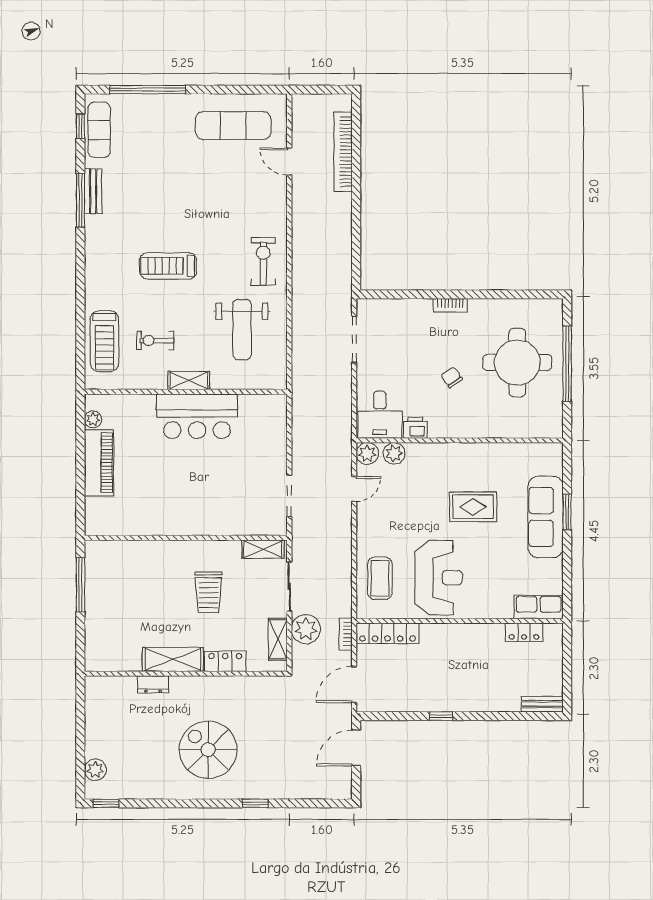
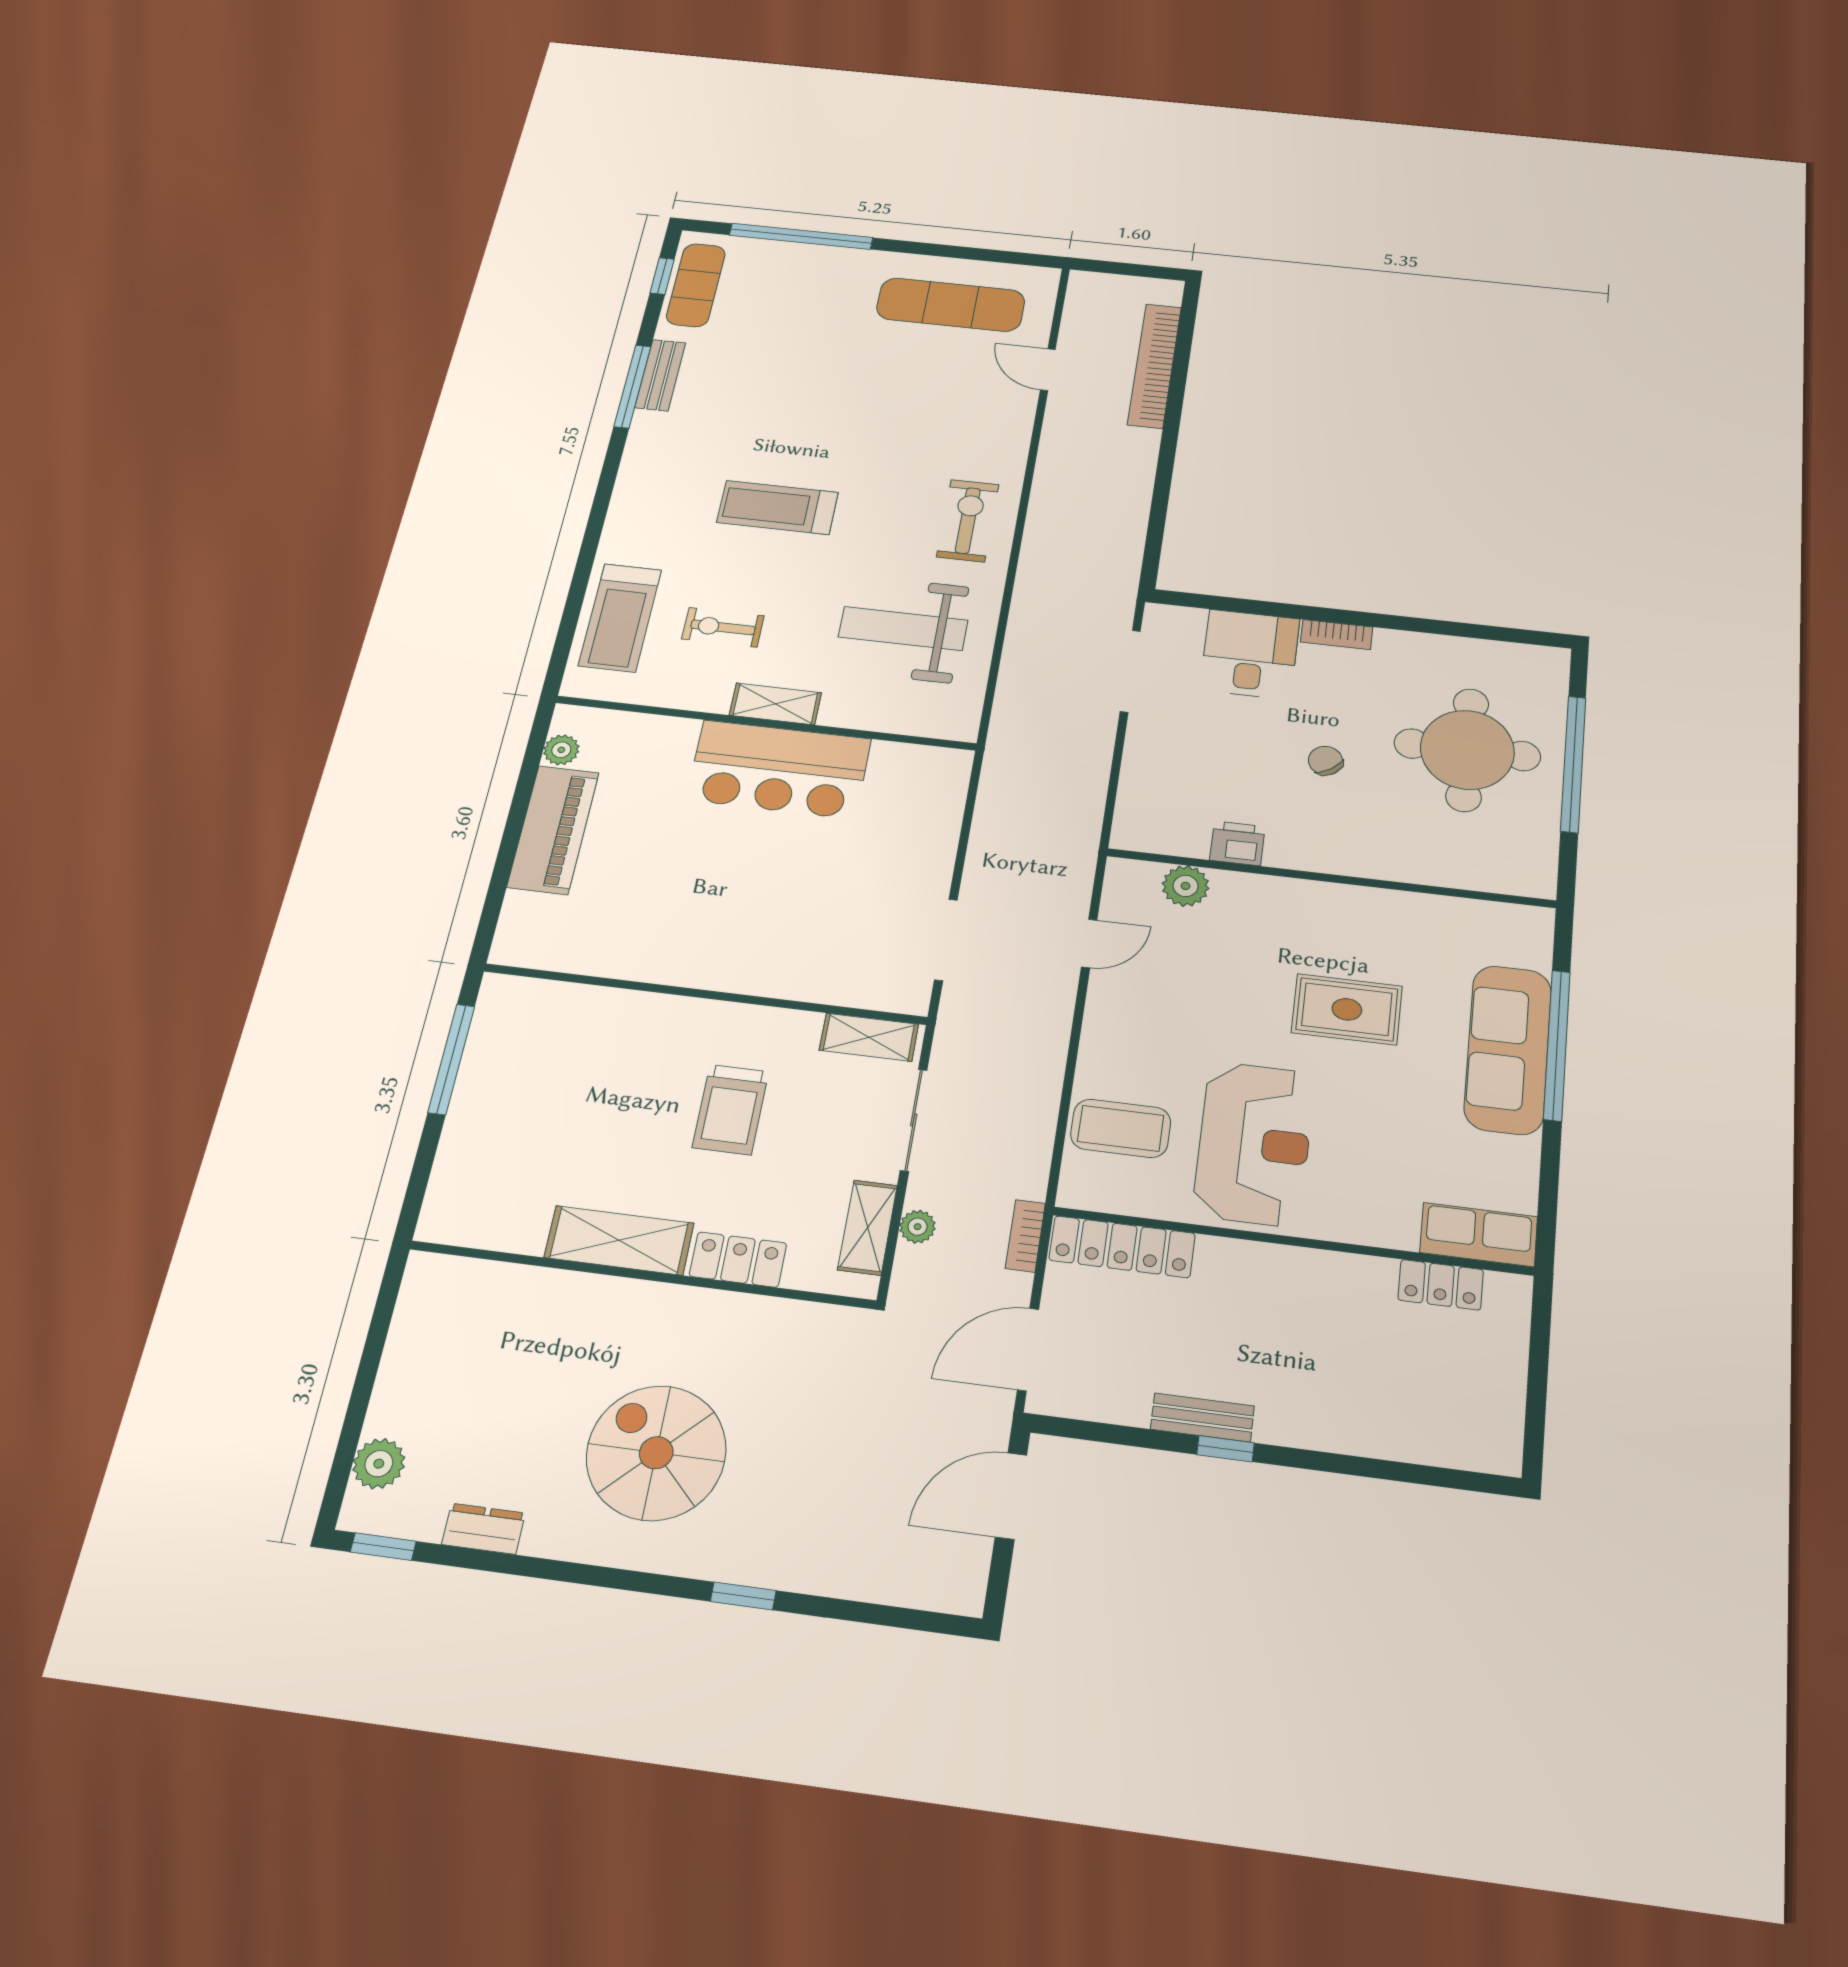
weight bench: (242, 330) -> (903, 629), turned 90
desk: (380, 415) -> (1250, 654), moved, turned 180
plant: (367, 454) -> (1128, 879), removed
window: (567, 512) -> (1557, 1045), width x2.11
coffee table: (380, 578) -> (1121, 1128), turned 90
plant: (306, 629) -> (918, 1227), width x0.53, depth x0.53
dresser: (153, 684) -> (484, 1529), moved, turned 180
bench: (542, 704) -> (1202, 1418), moved

